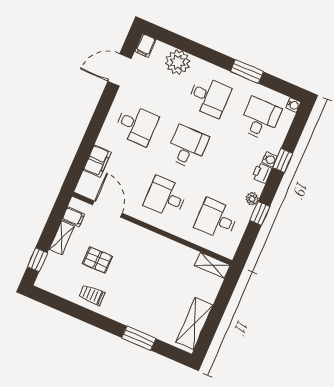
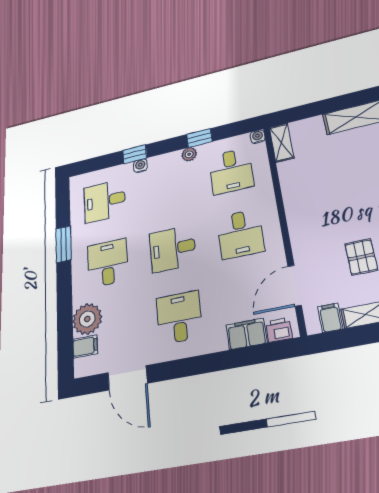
filing cabinet: (145, 45) -> (85, 346), moved
water cooler: (293, 105) -> (258, 137), moved
printer: (262, 173) -> (279, 330), moved, turned 180

